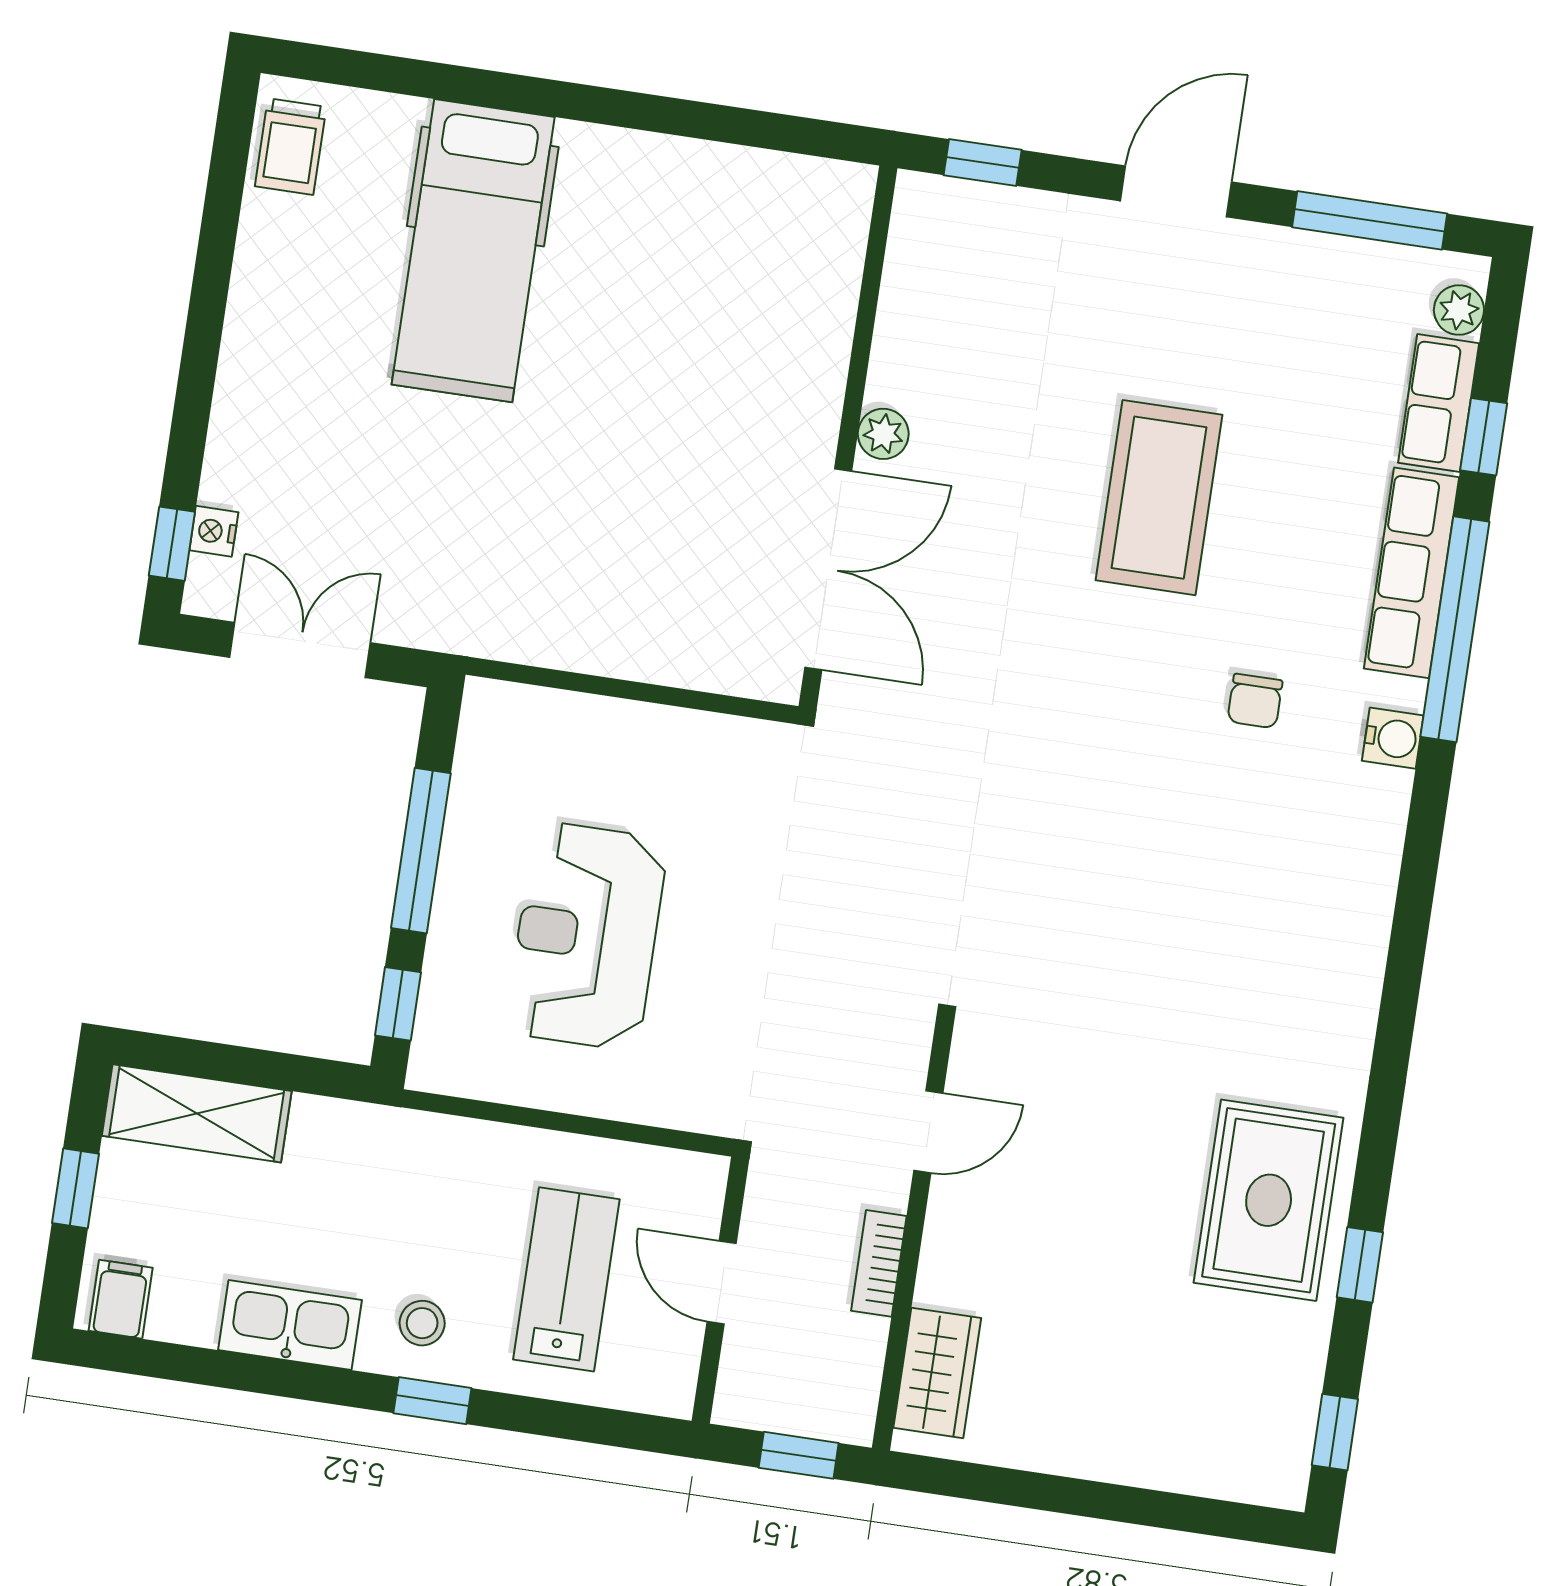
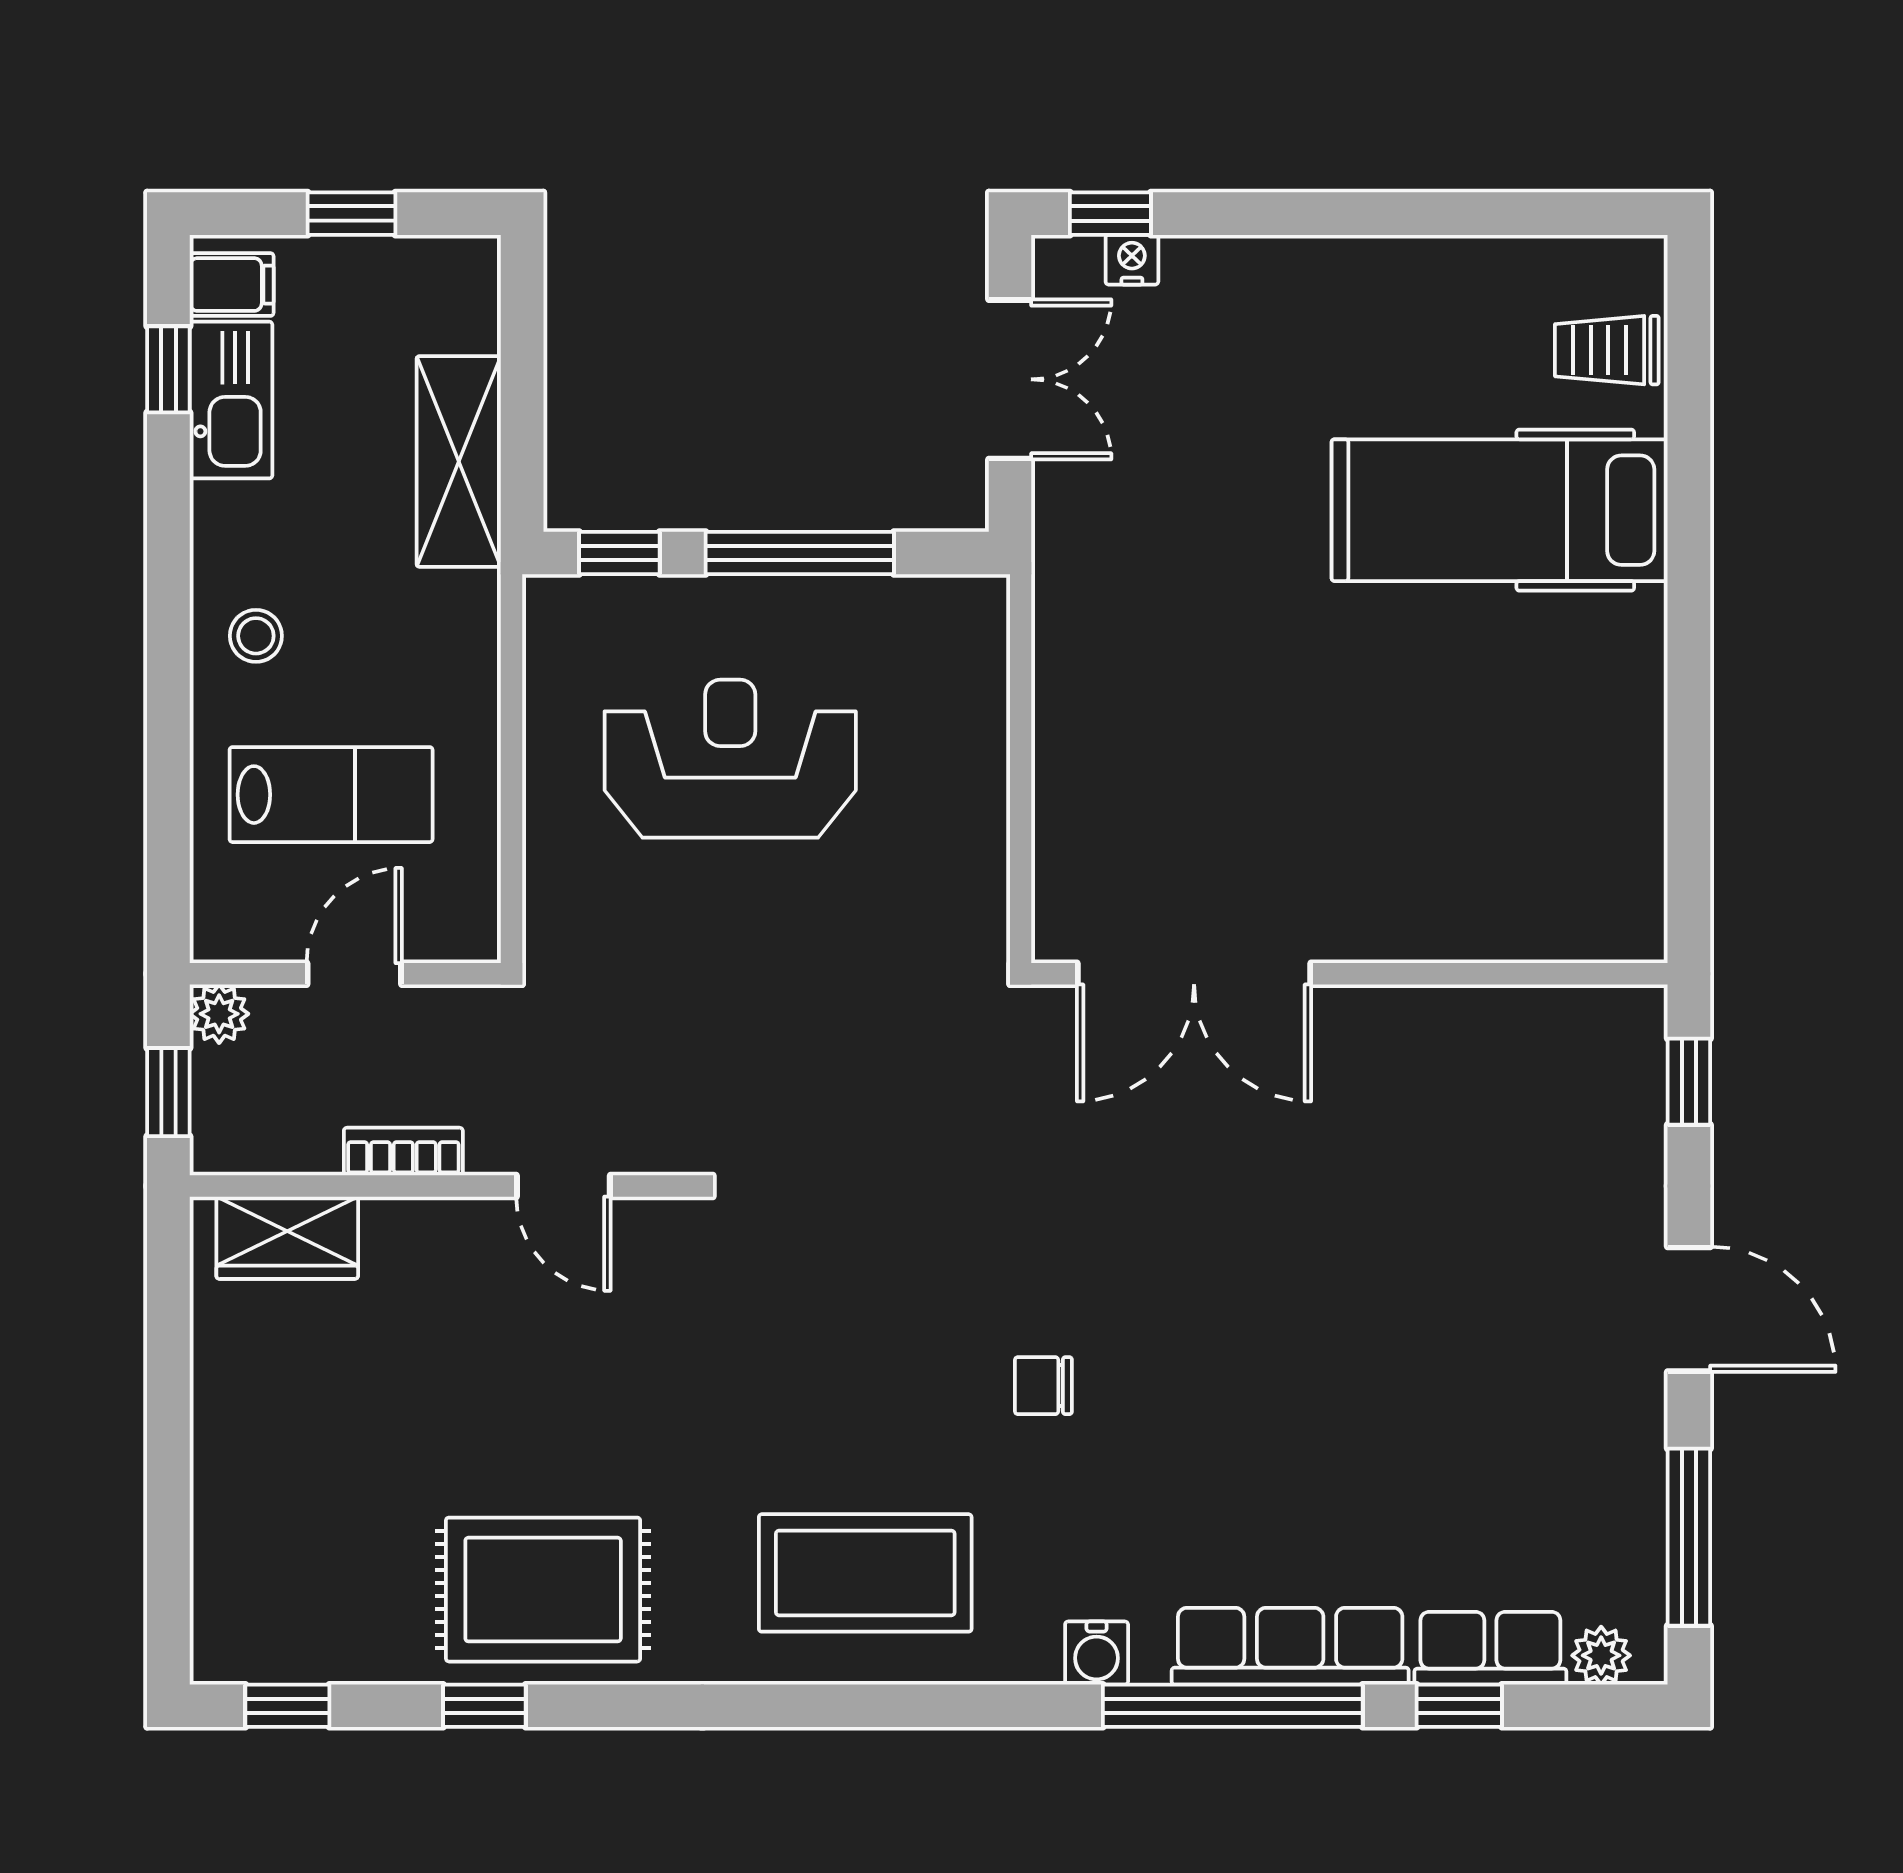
trolley: (291, 147) -> (1607, 350), moved
plant: (883, 434) -> (219, 1014), moved
coffee table: (1159, 498) -> (865, 1573), moved
chair: (1255, 701) -> (1043, 1386), moved
shelving: (197, 1113) -> (459, 461), moved
kitchen sink: (290, 1325) -> (231, 400), moved
window: (432, 1401) -> (168, 369), moved

